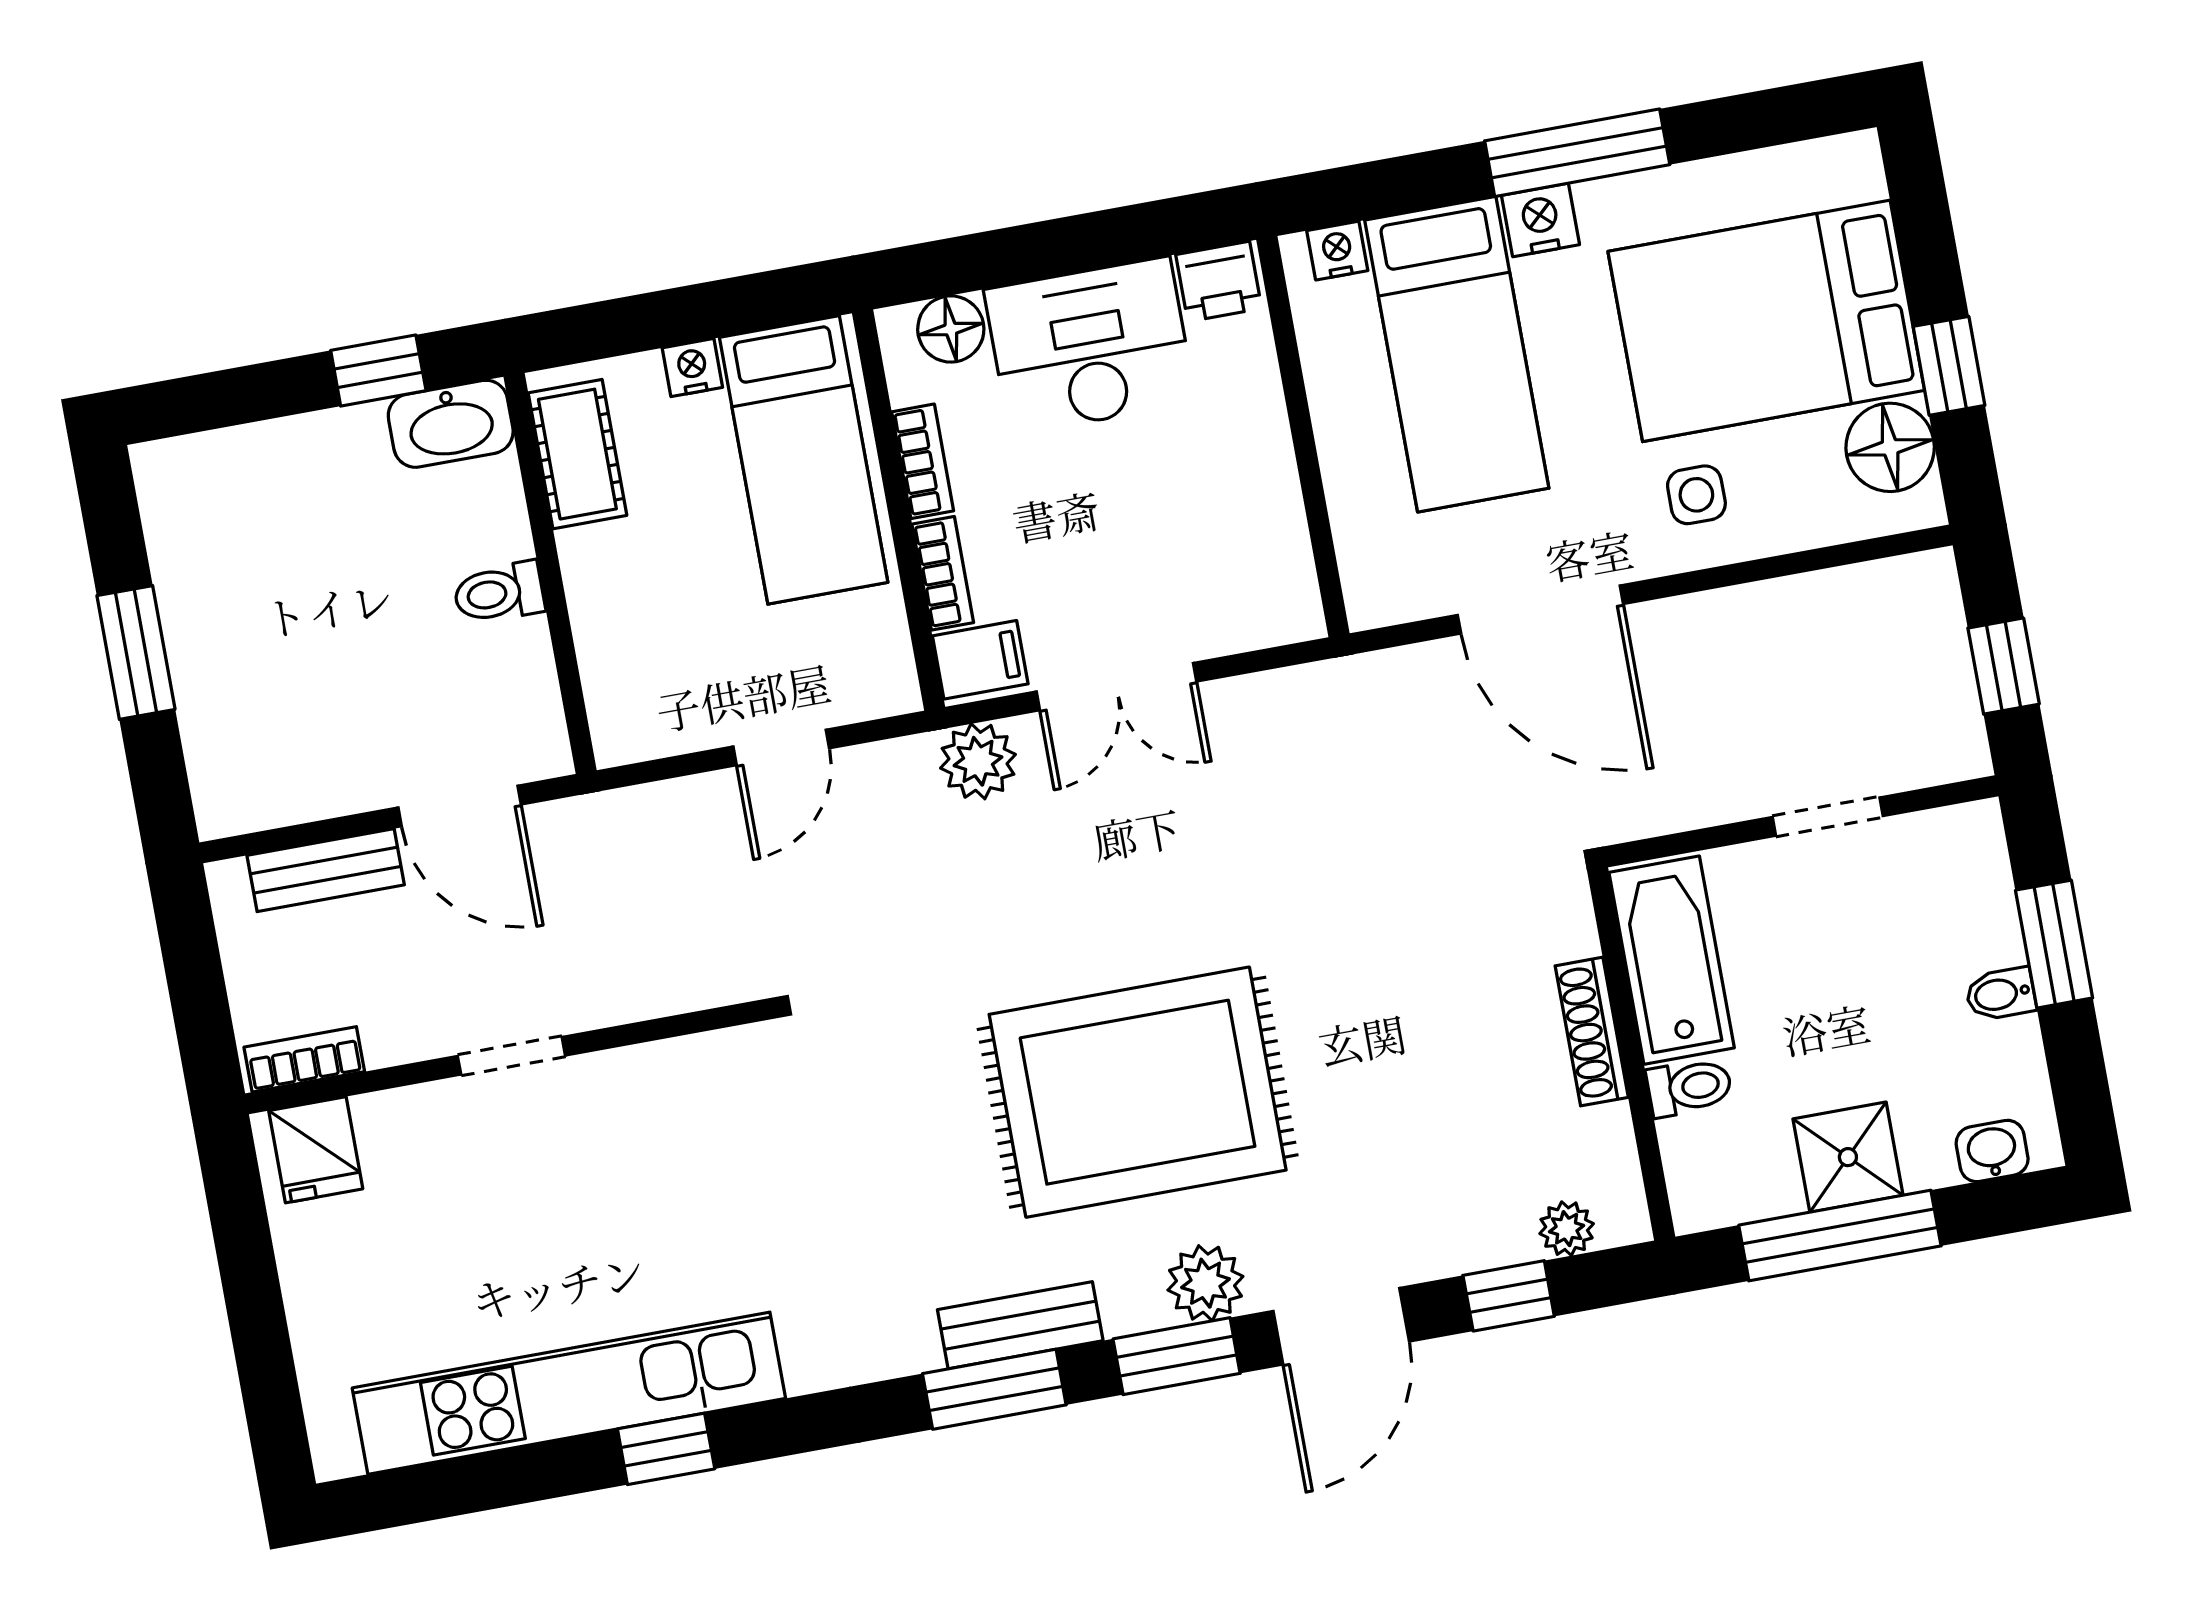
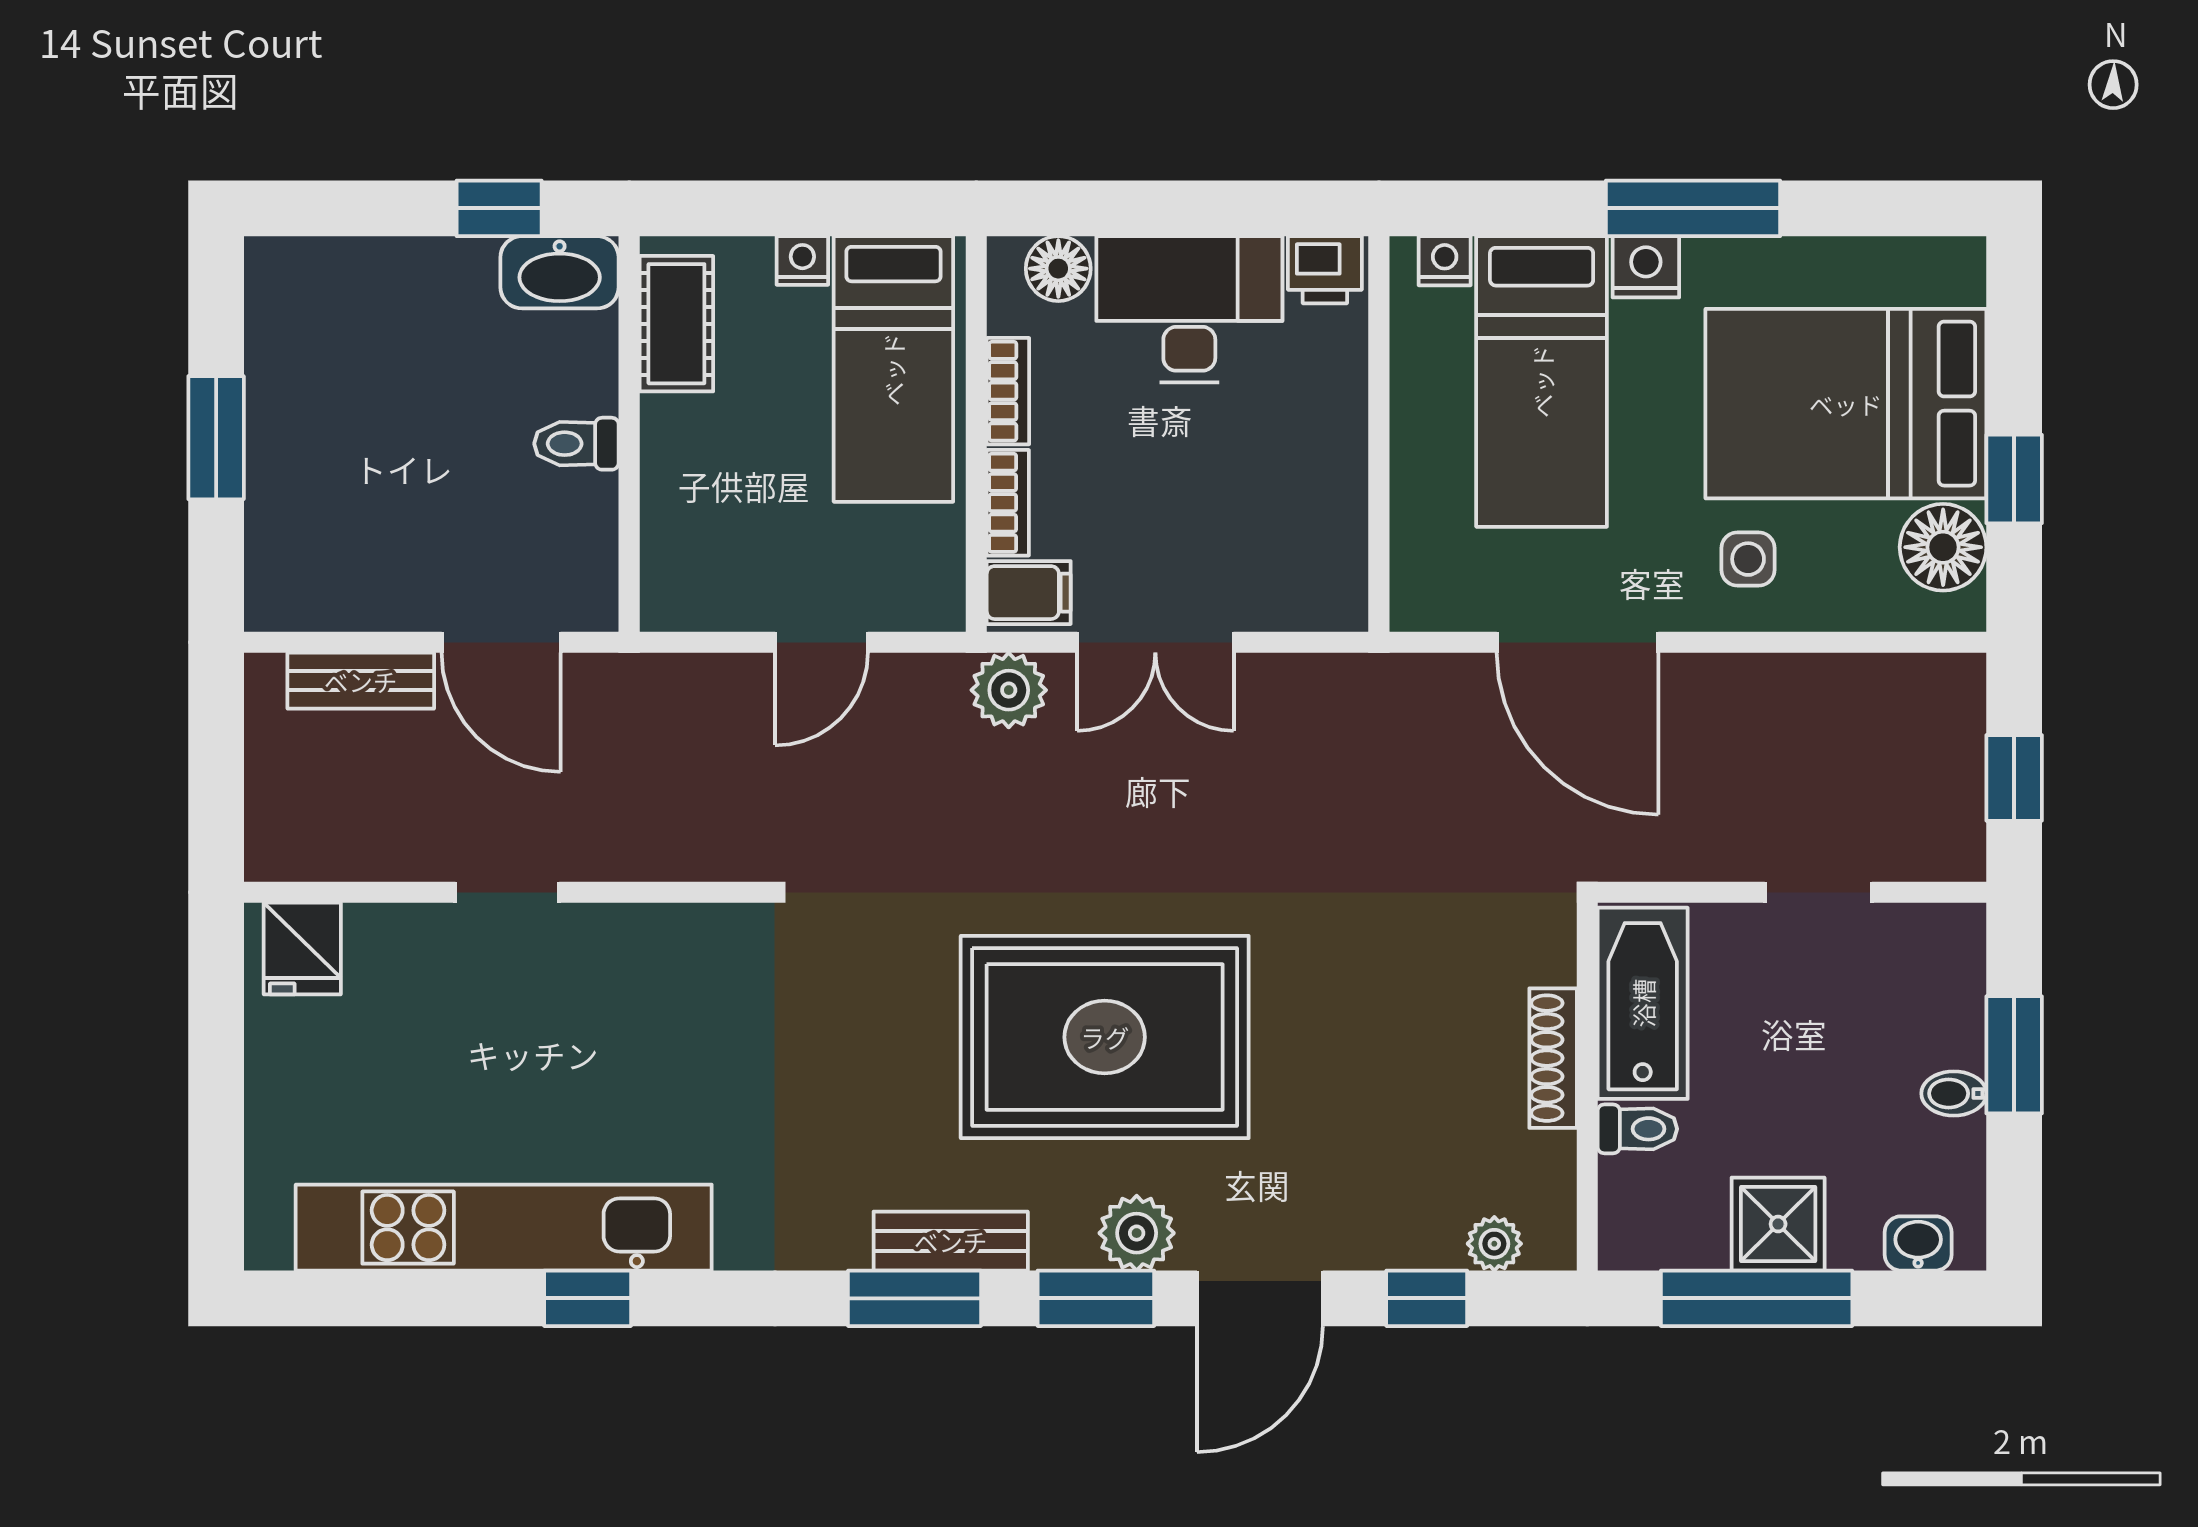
bookcase: (304, 1059) -> (307, 859), removed

